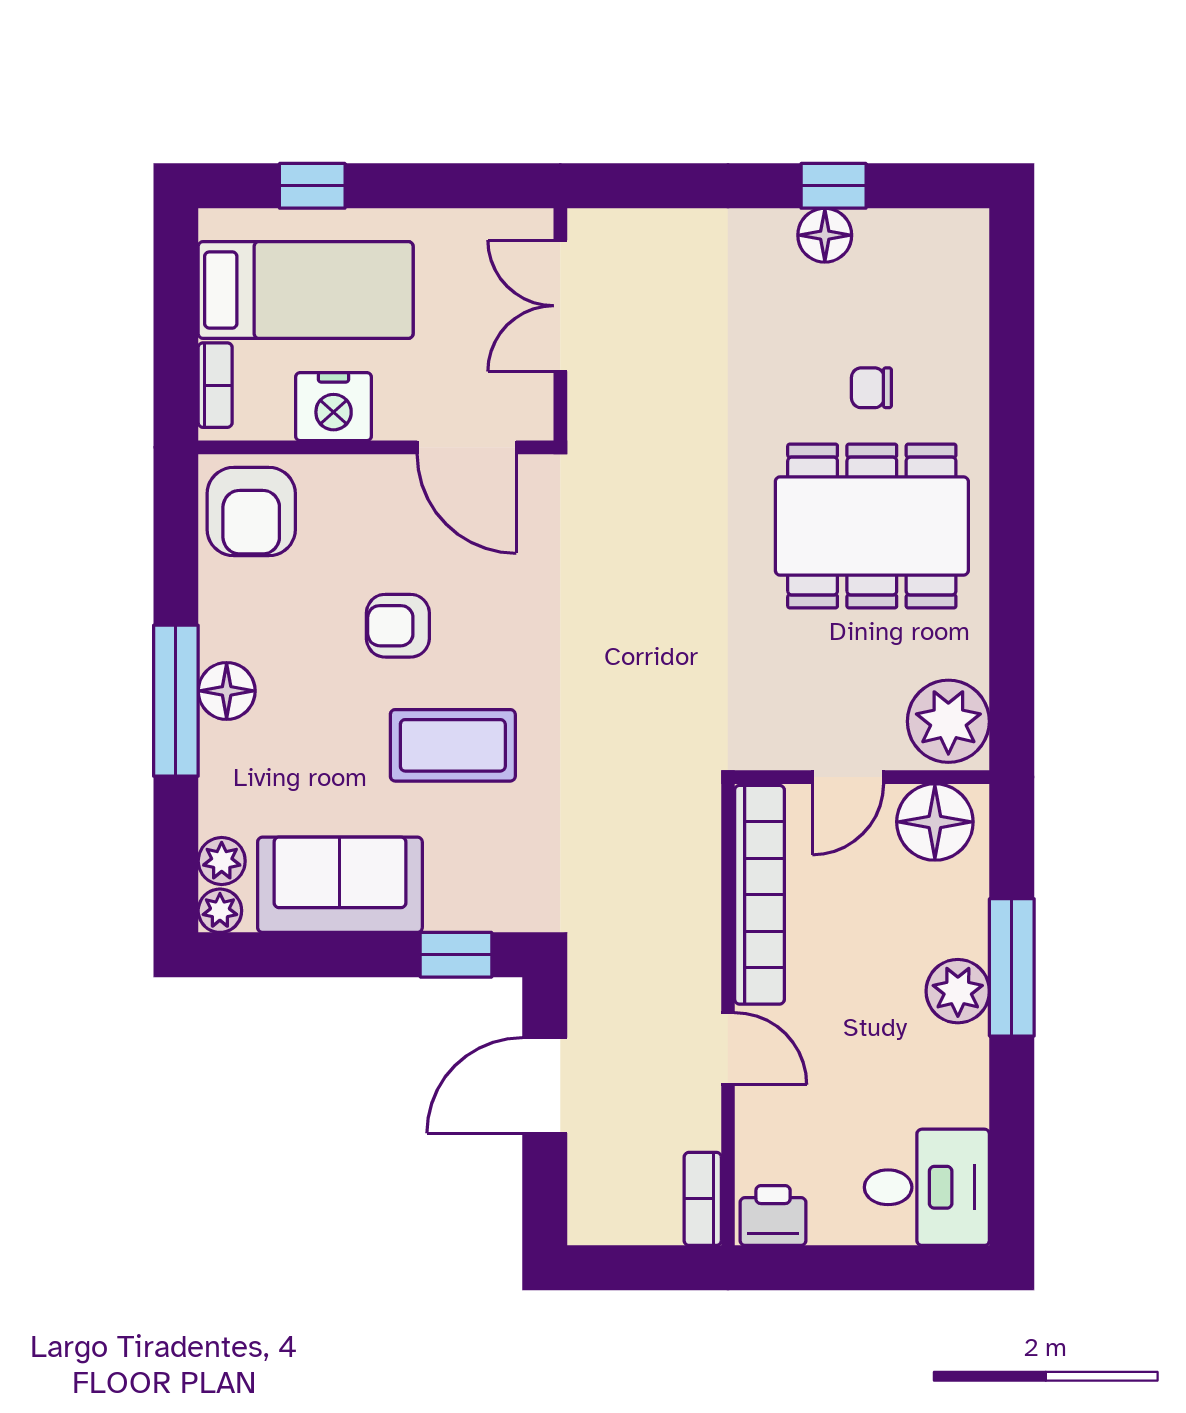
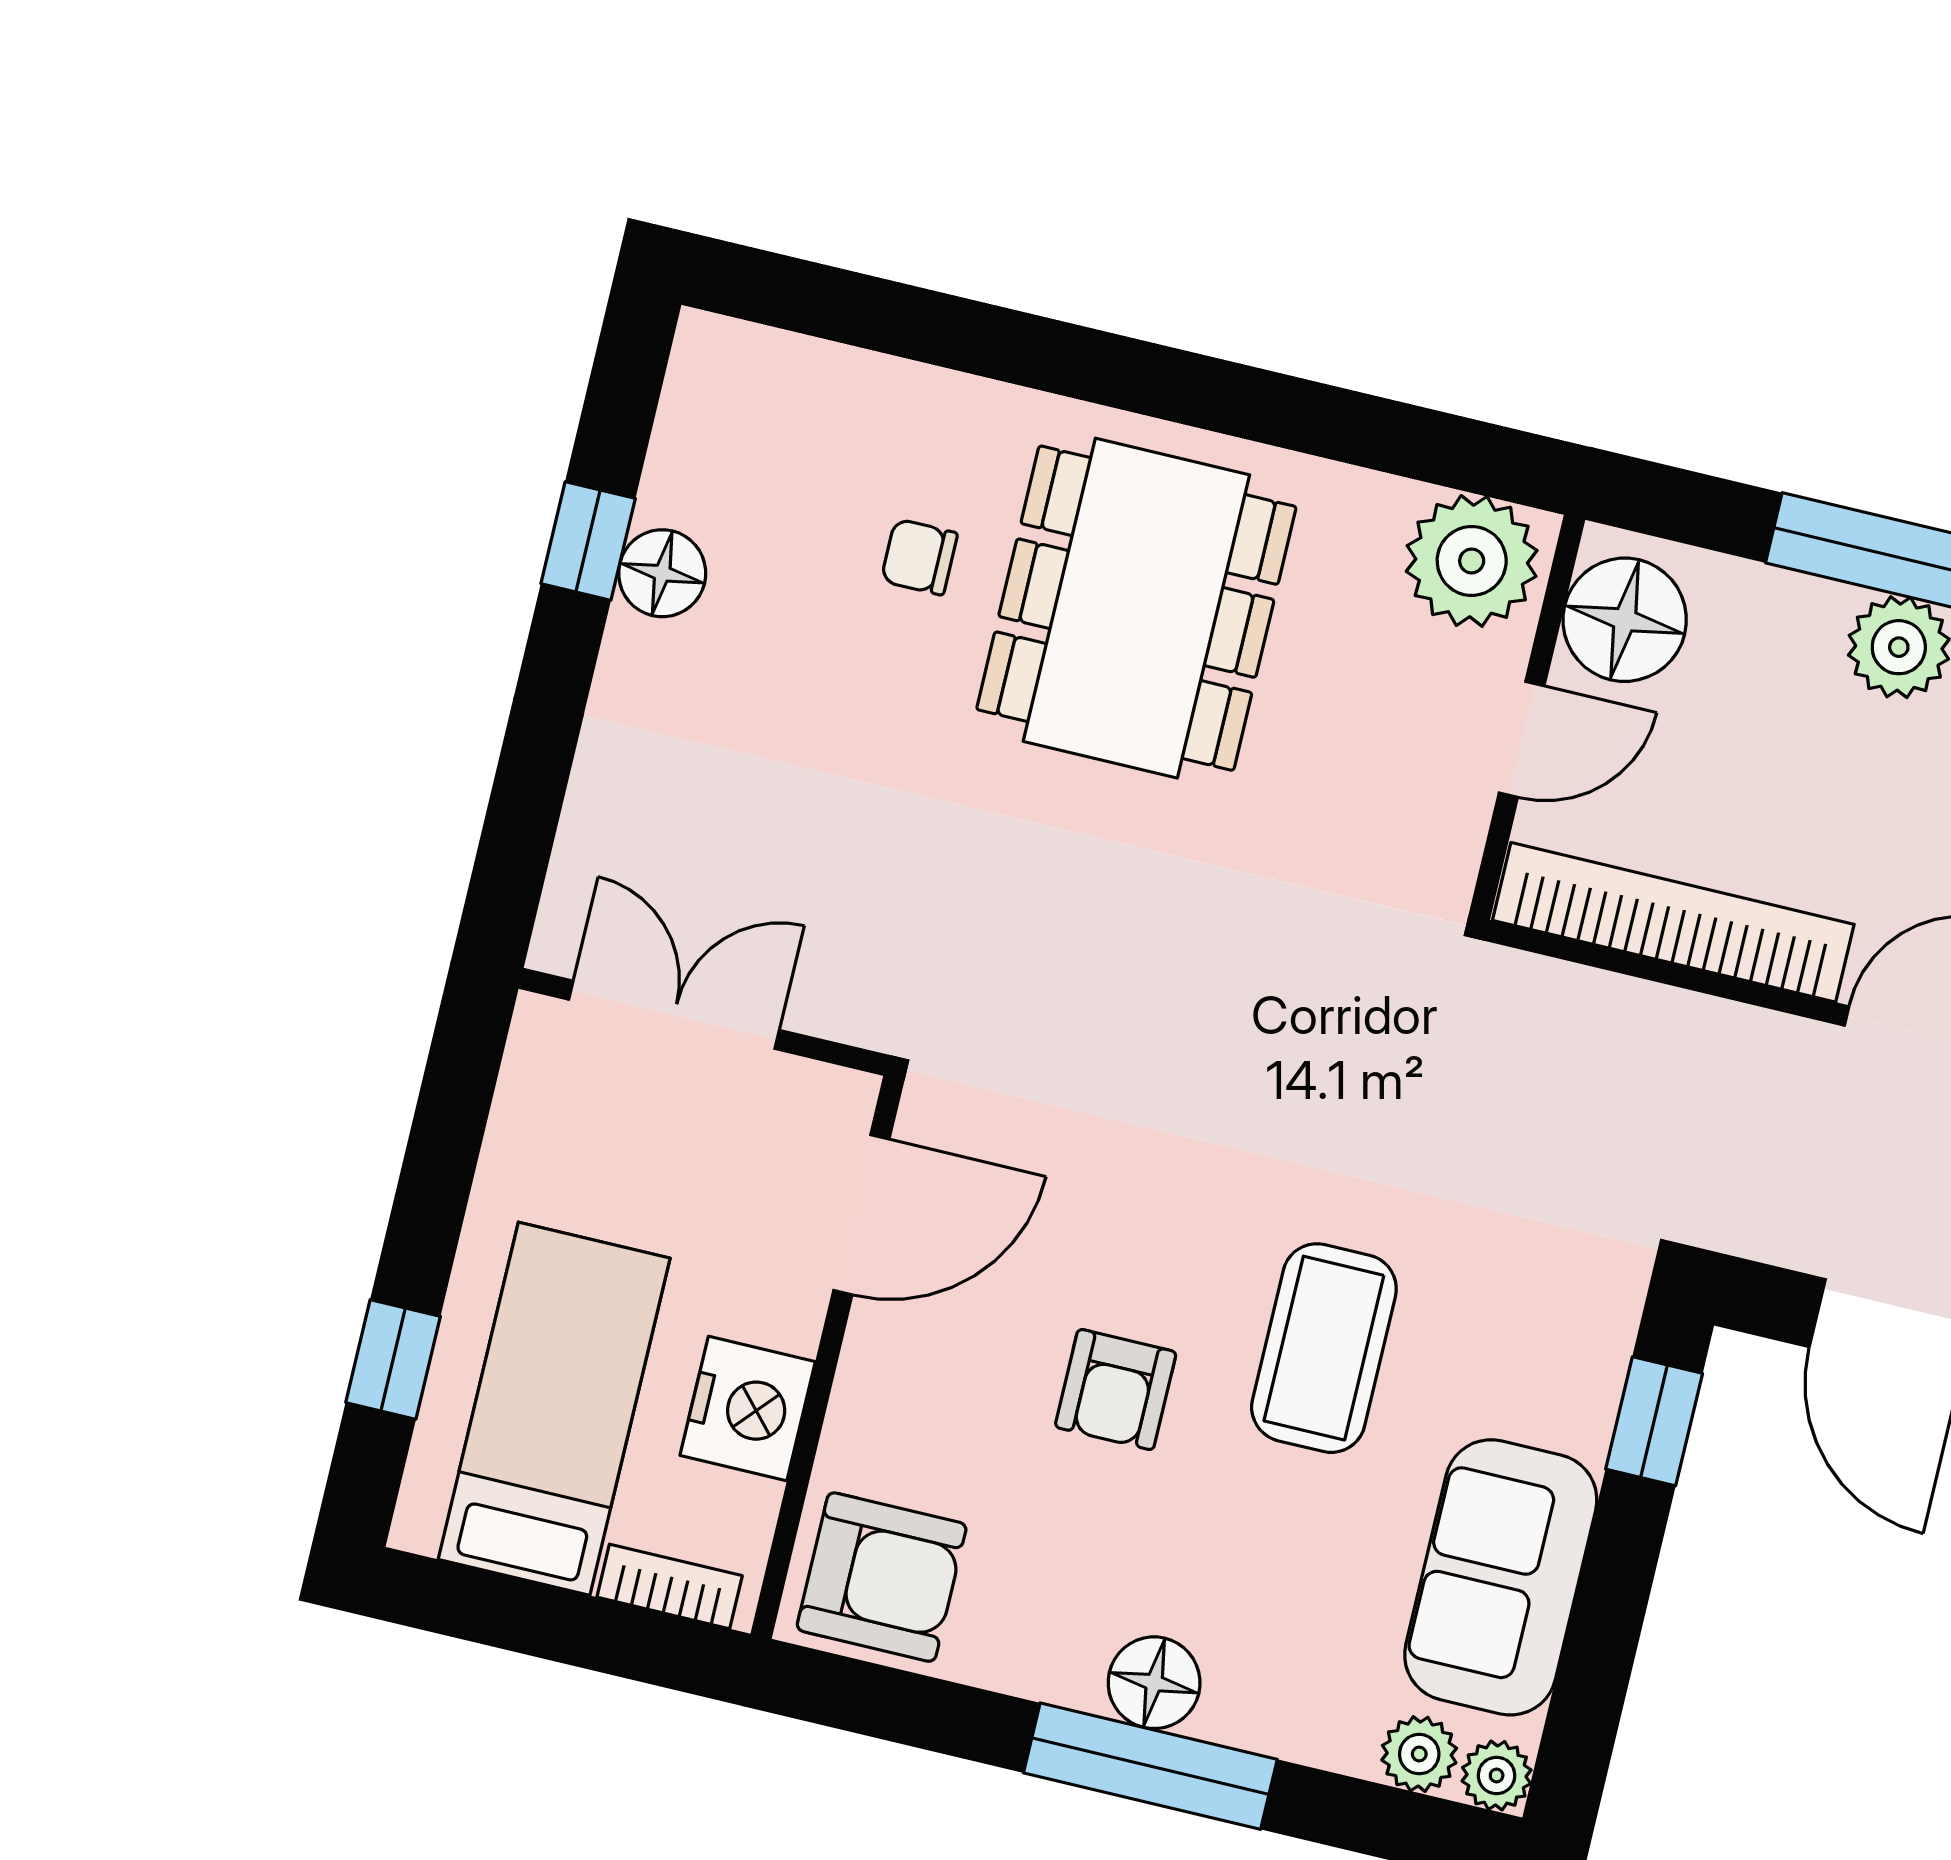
double door: (560, 306) -> (674, 1015), swing flipped
chair: (871, 388) -> (919, 557), turned 90
door: (848, 777) -> (1522, 739), hinge flipped

